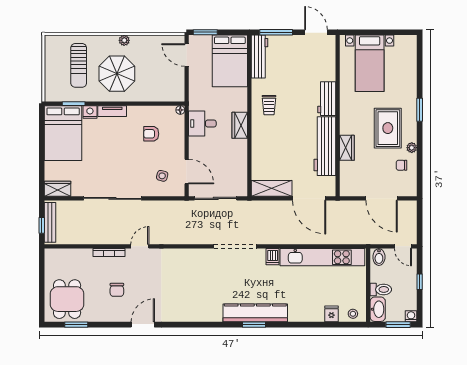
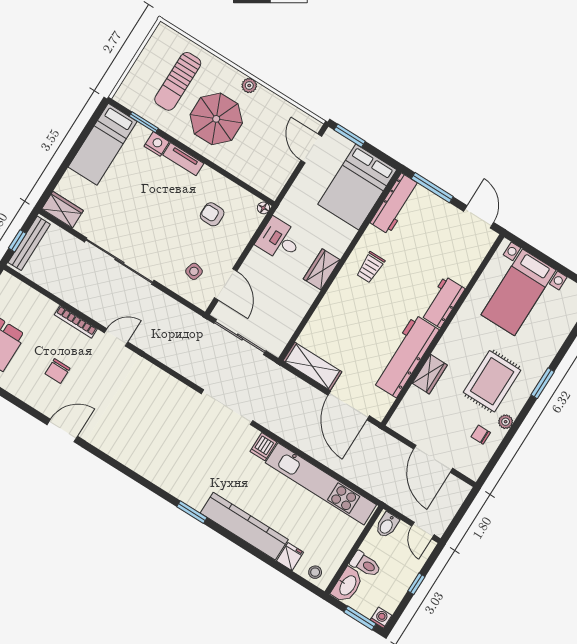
bed: (63, 133) -> (103, 144), width x0.67
kitchen counter: (255, 313) -> (244, 526), moved

